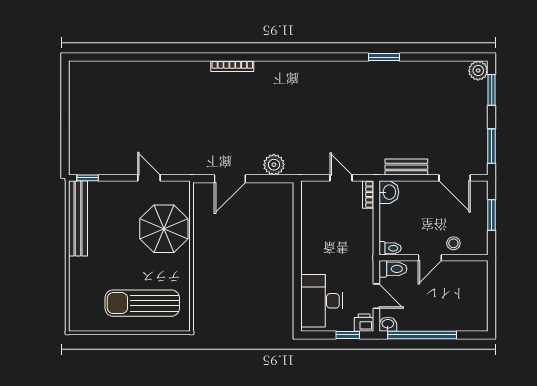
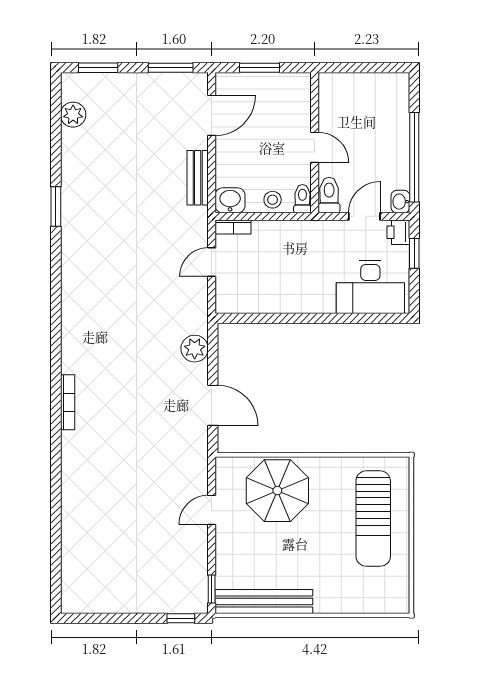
plant: (478, 71) -> (73, 115), moved
window: (65, 154) -> (181, 618), added
stool: (453, 243) -> (273, 200), moved

